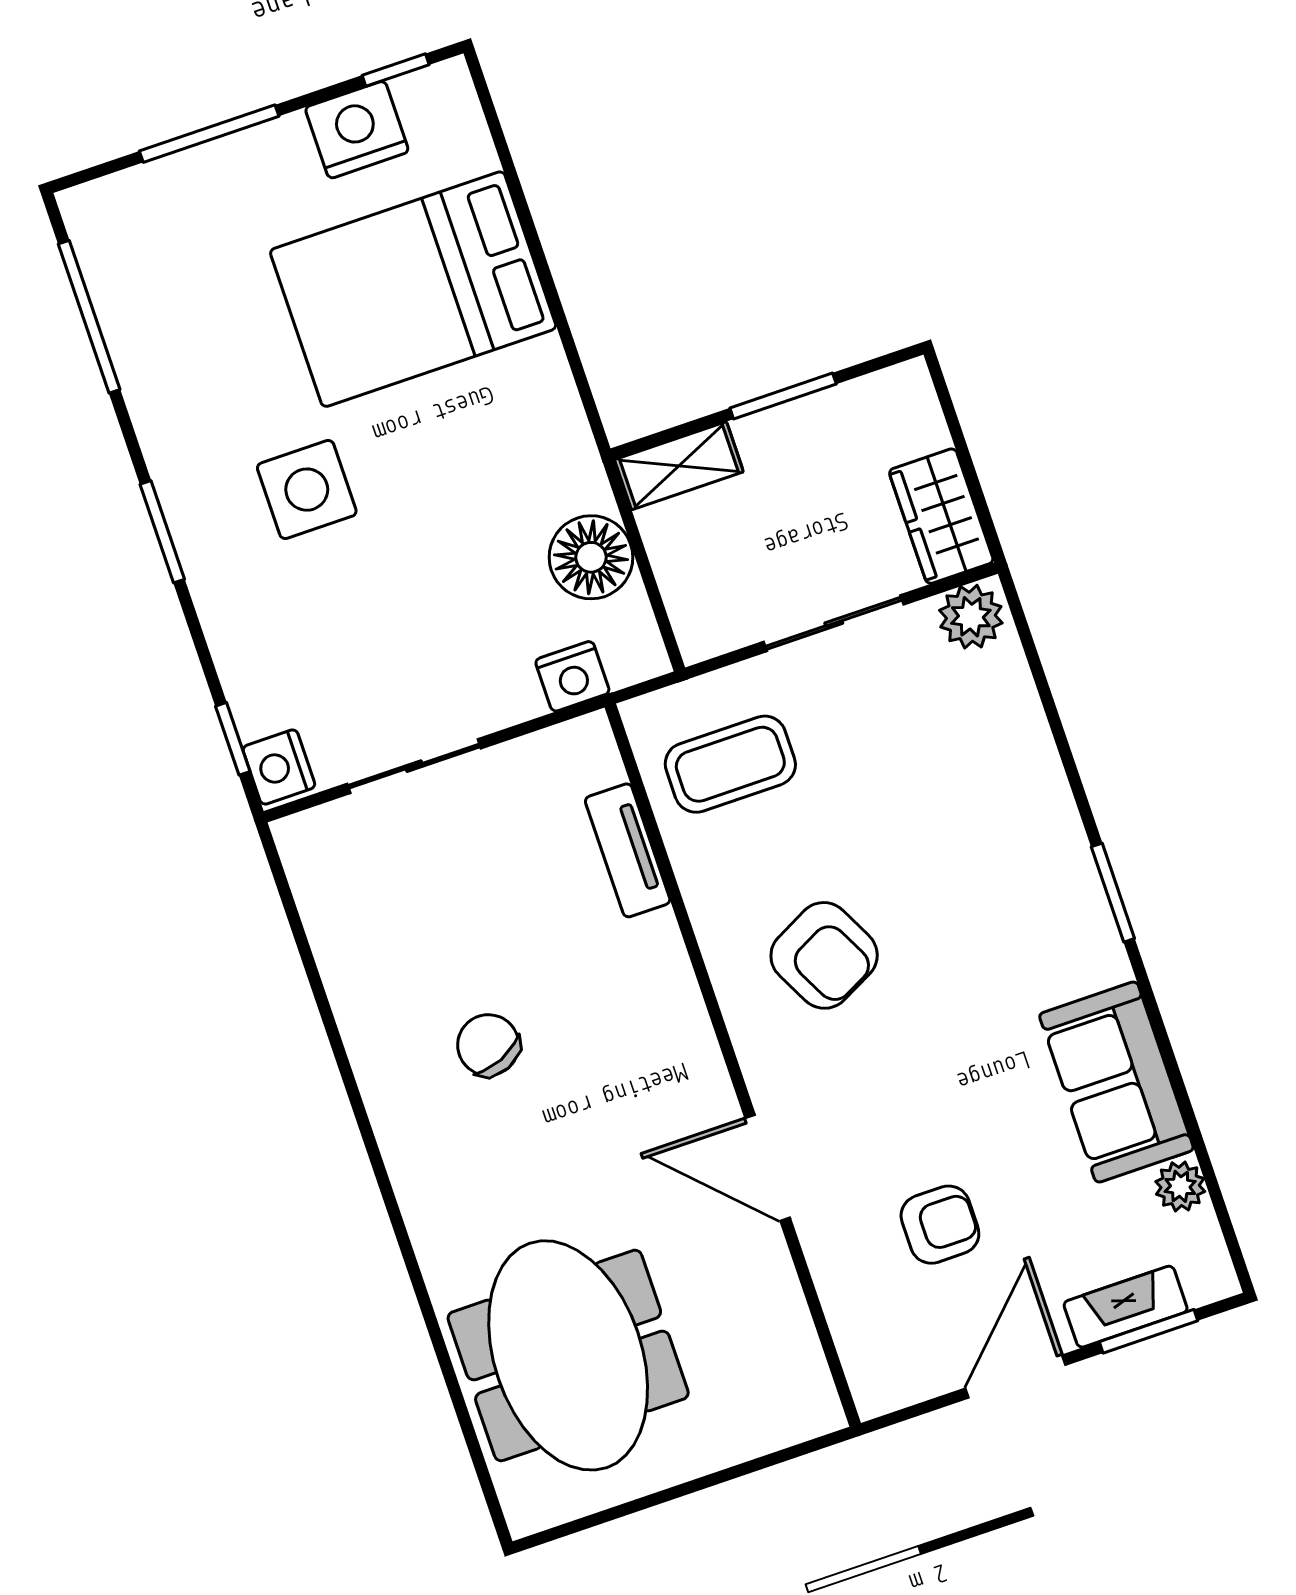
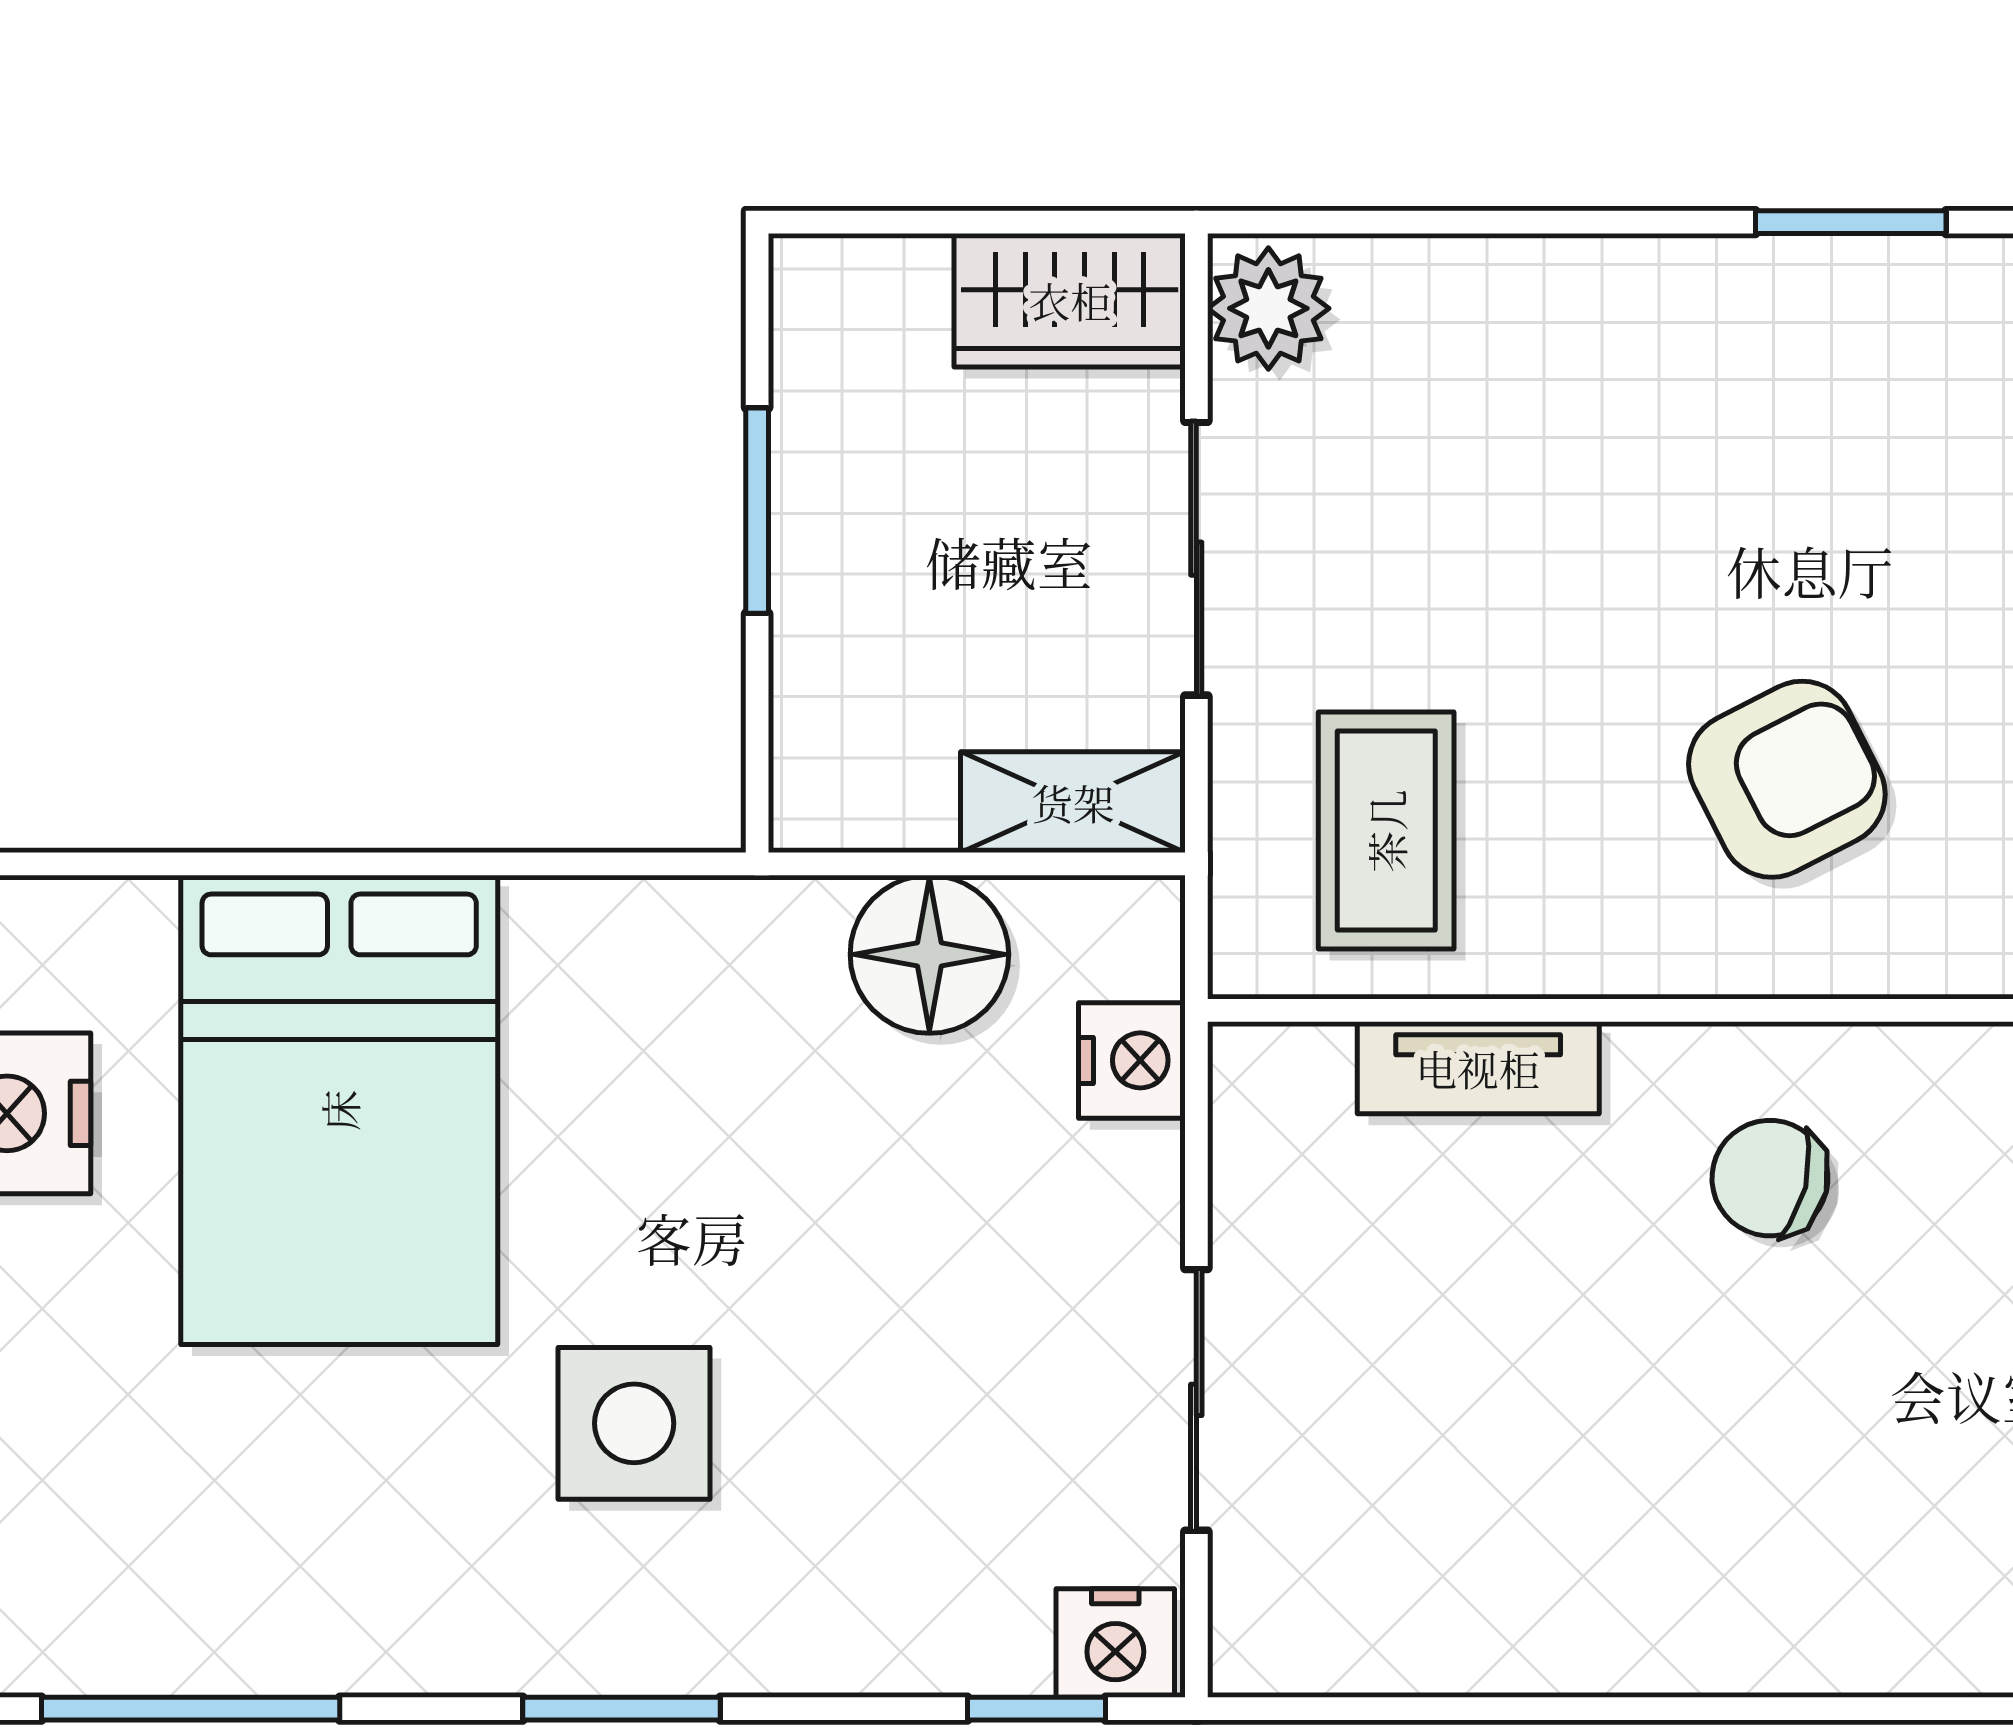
shelving: (679, 466) -> (1073, 802), moved, turned 90
chair: (488, 1045) -> (1770, 1178), moved, turned 37

